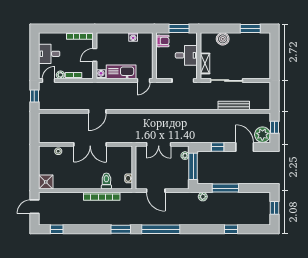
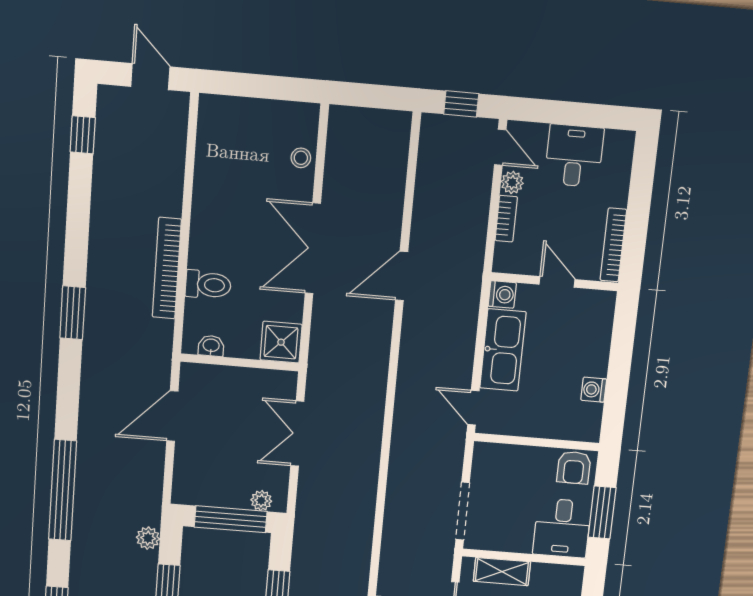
desk: (186, 55) -> (562, 528), moved
door: (97, 111) -> (402, 276), hinge flipped
shower: (46, 182) -> (281, 342), moved
window: (161, 229) -> (63, 490), moved

